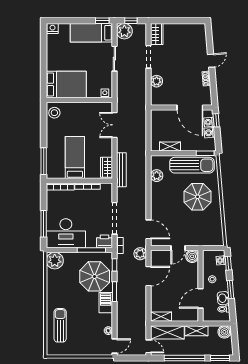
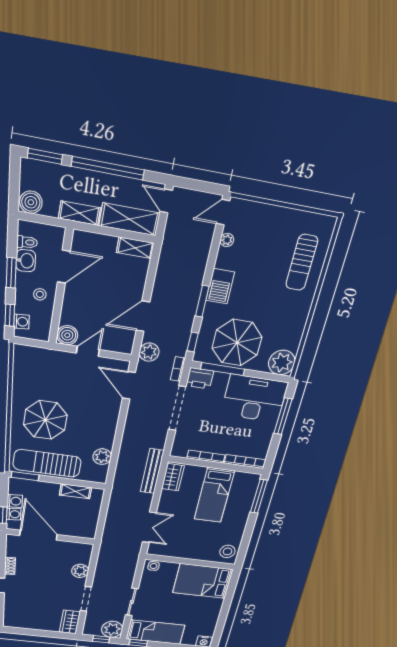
parasol: (95, 276) -> (237, 343), moved

